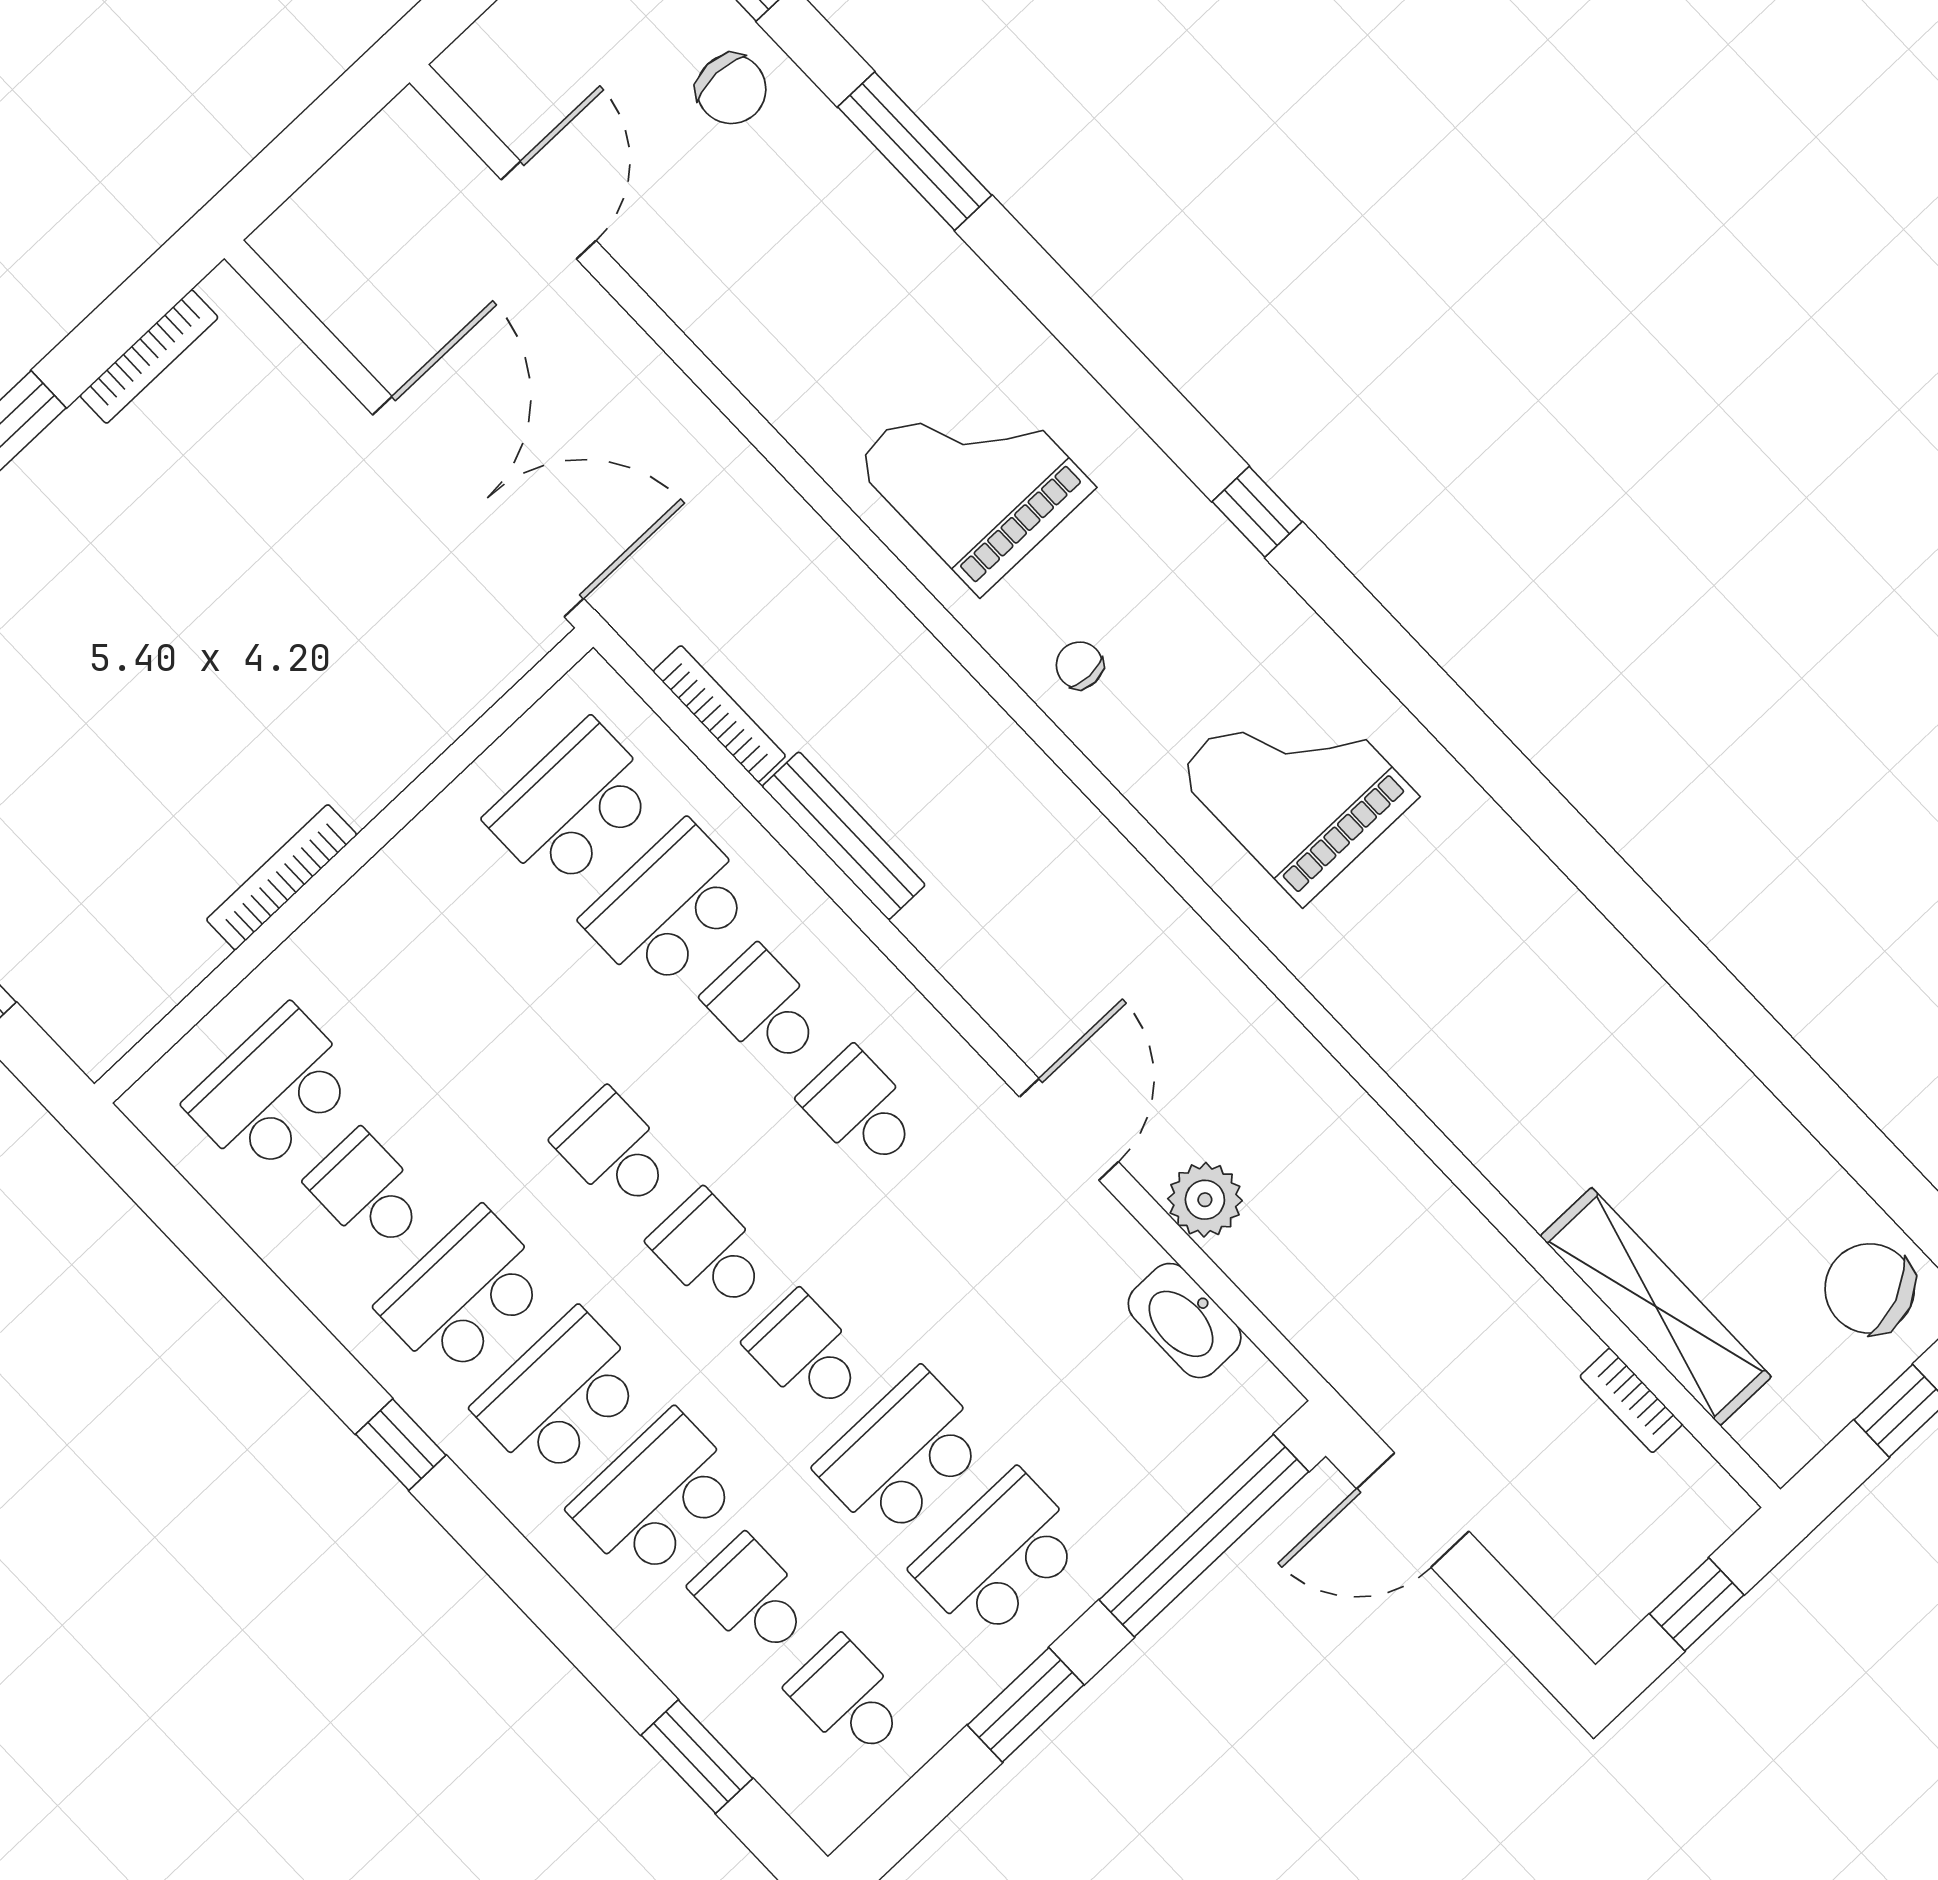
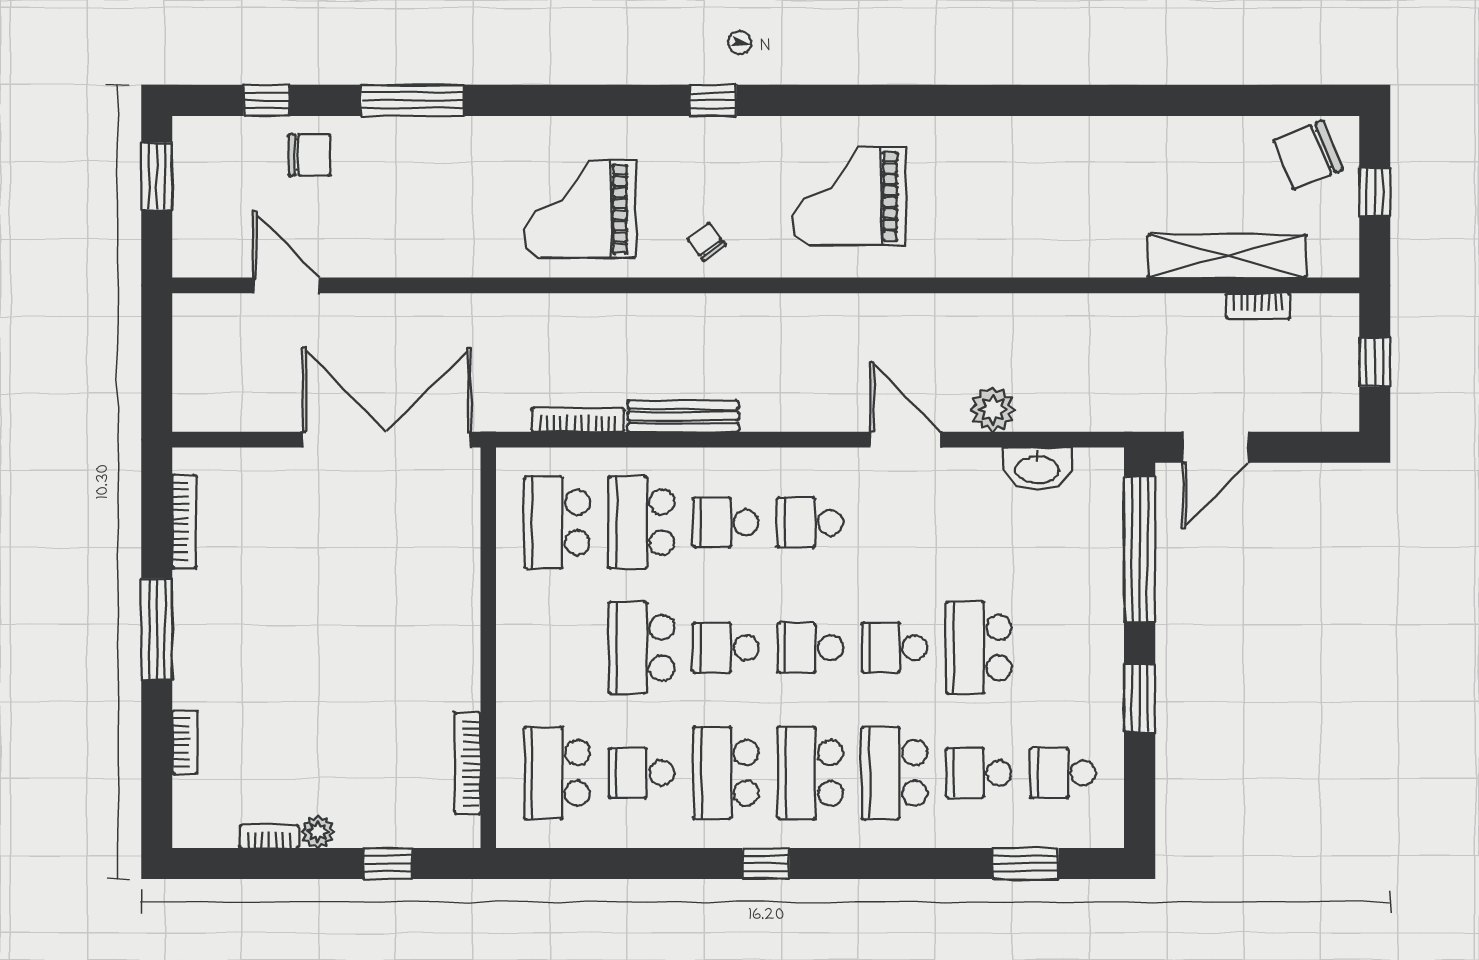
chair: (1080, 665) -> (706, 242), turned 53
bookcase: (282, 877) -> (468, 763), moved
school desk: (999, 1556) -> (641, 648), moved

